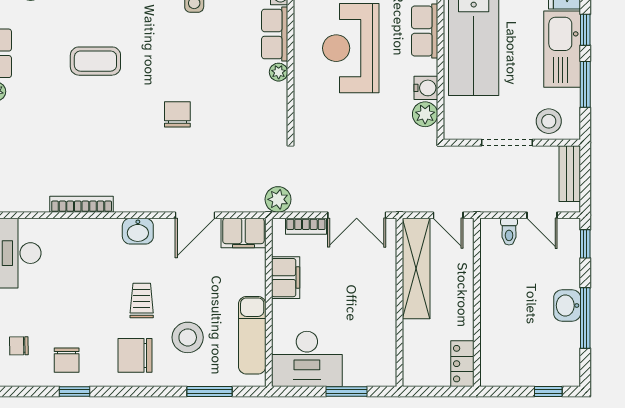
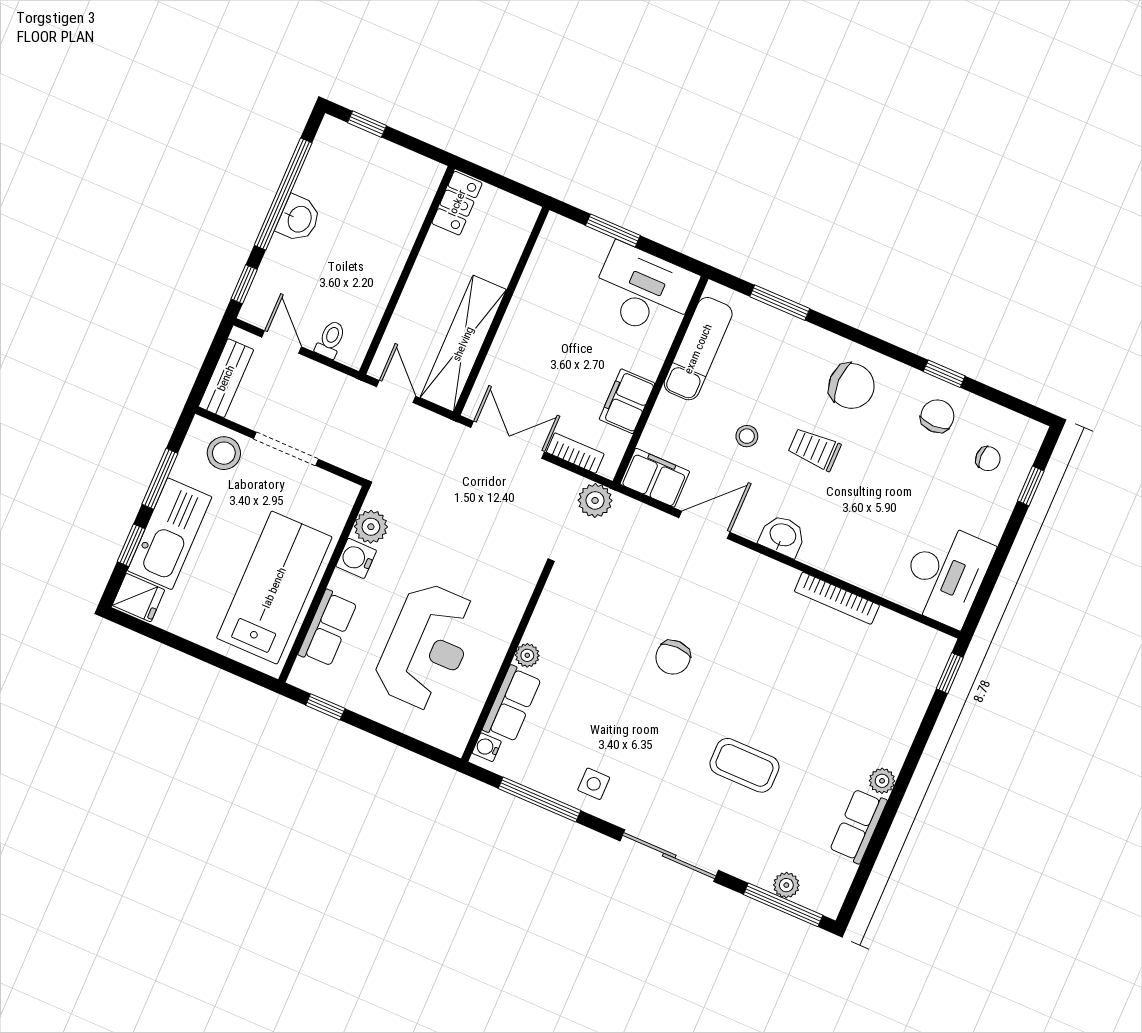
trolley: (142, 301) -> (814, 449), turned 90
window: (585, 318) -> (283, 194), width x1.46
stool: (188, 337) -> (747, 436), moved, width x0.53, depth x0.53

